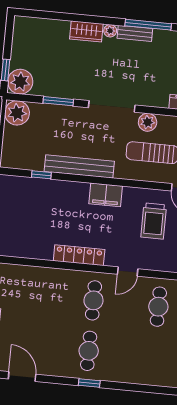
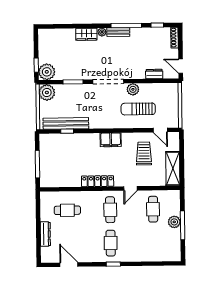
bench: (79, 166) -> (66, 123), moved
trolley: (154, 221) -> (144, 153), turned 180
cafe table: (29, 294) -> (67, 210), added

